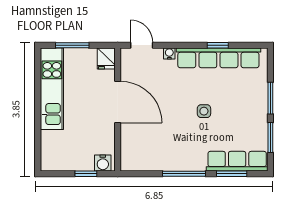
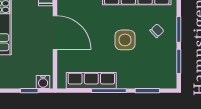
chair: (243, 100) -> (157, 31), added
side table: (204, 111) -> (125, 40), width x1.87, depth x1.87
row of seats: (237, 161) -> (91, 80), moved

